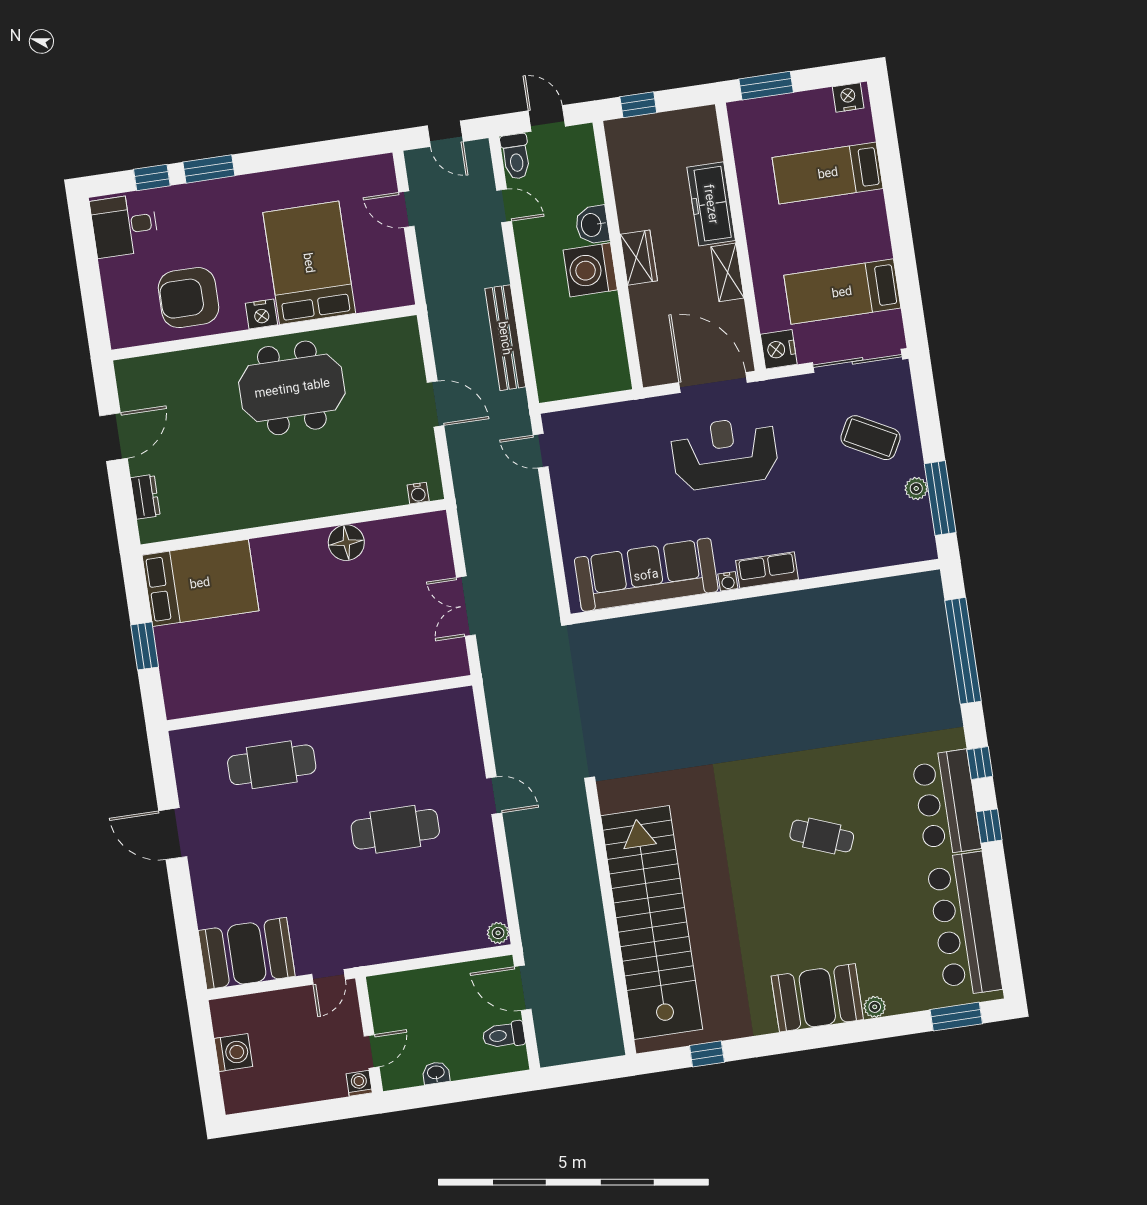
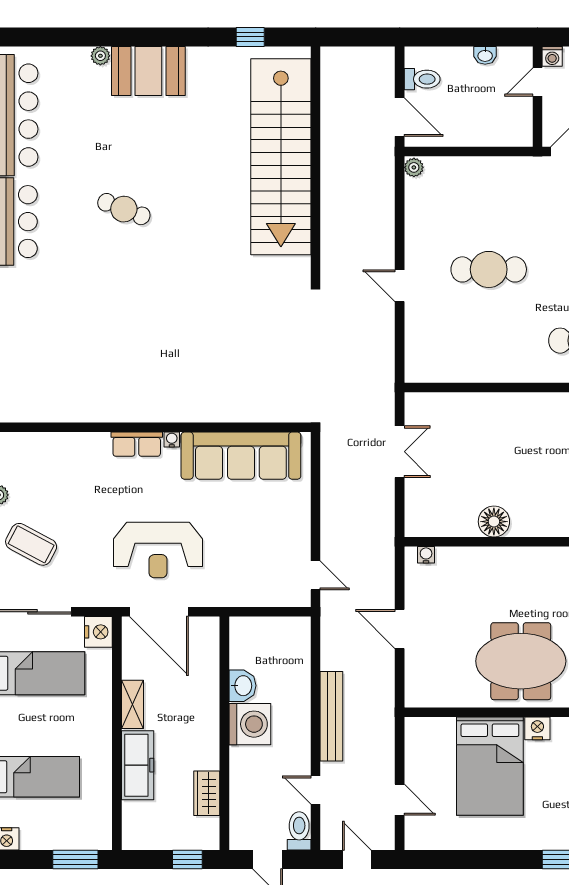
washbasin: (592, 225) -> (242, 686), moved
wardrobe: (639, 258) -> (207, 793), moved
bench: (505, 338) -> (331, 716), moved
window: (956, 1017) -> (32, 37), removed

